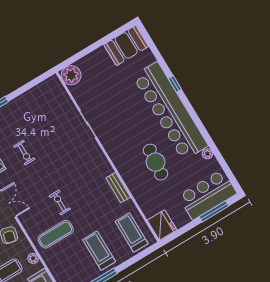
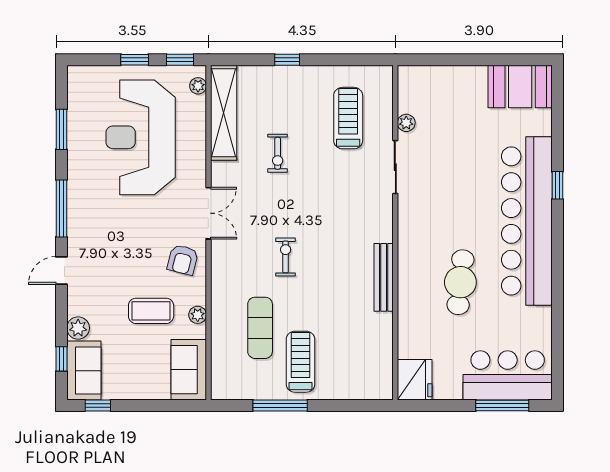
plant: (71, 75) -> (406, 123), moved, width x0.53, depth x0.53
plant: (207, 154) -> (543, 316), removed
bench: (118, 188) -> (384, 277), width x1.36
treadmill: (132, 233) -> (348, 118), moved
exercise mat: (56, 234) -> (260, 328), moved, turned 90

